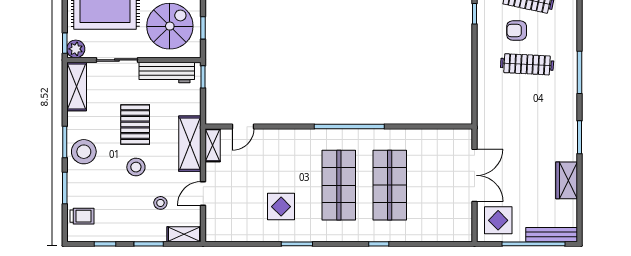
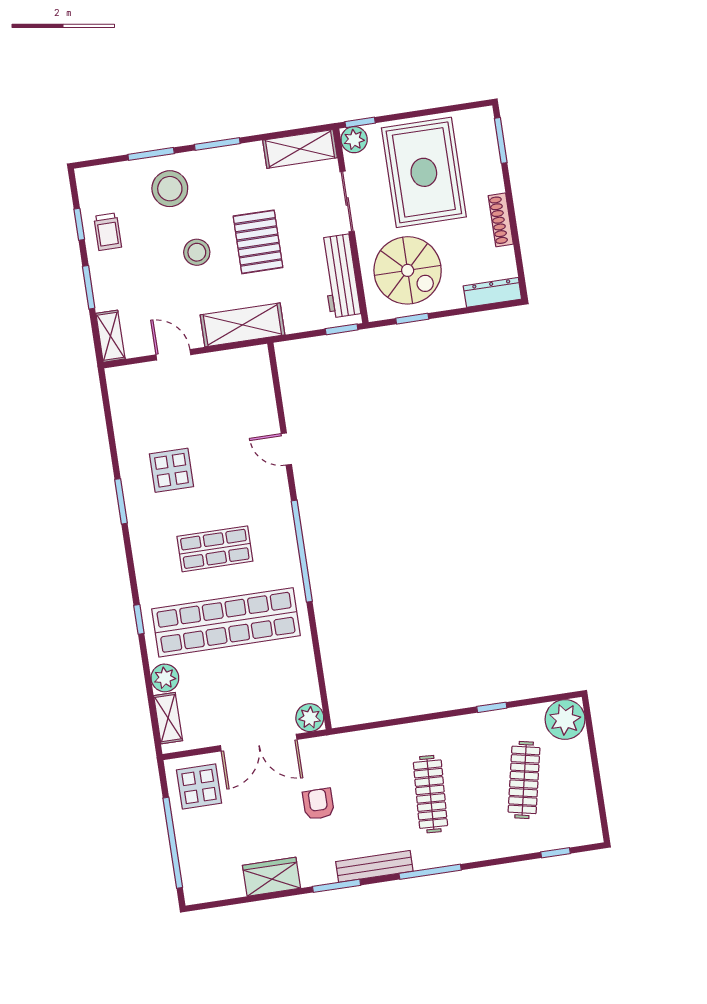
armchair: (517, 31) -> (318, 804), moved
pallet: (135, 125) -> (258, 242), turned 90
door: (243, 127) -> (286, 449), moved
plant: (463, 138) -> (310, 718), added
shelving: (213, 145) -> (168, 718), moved, turned 90
stool: (84, 152) -> (170, 189), moved
shop shelf: (339, 185) -> (215, 549), width x0.70, depth x0.74
shop shelf: (390, 185) -> (226, 622), width x1.40
stool: (160, 203) -> (150, 295), removed
trolley: (82, 216) -> (108, 232), moved
plant: (421, 232) -> (165, 678), added
bench: (552, 235) -> (374, 866), moved, turned 90

